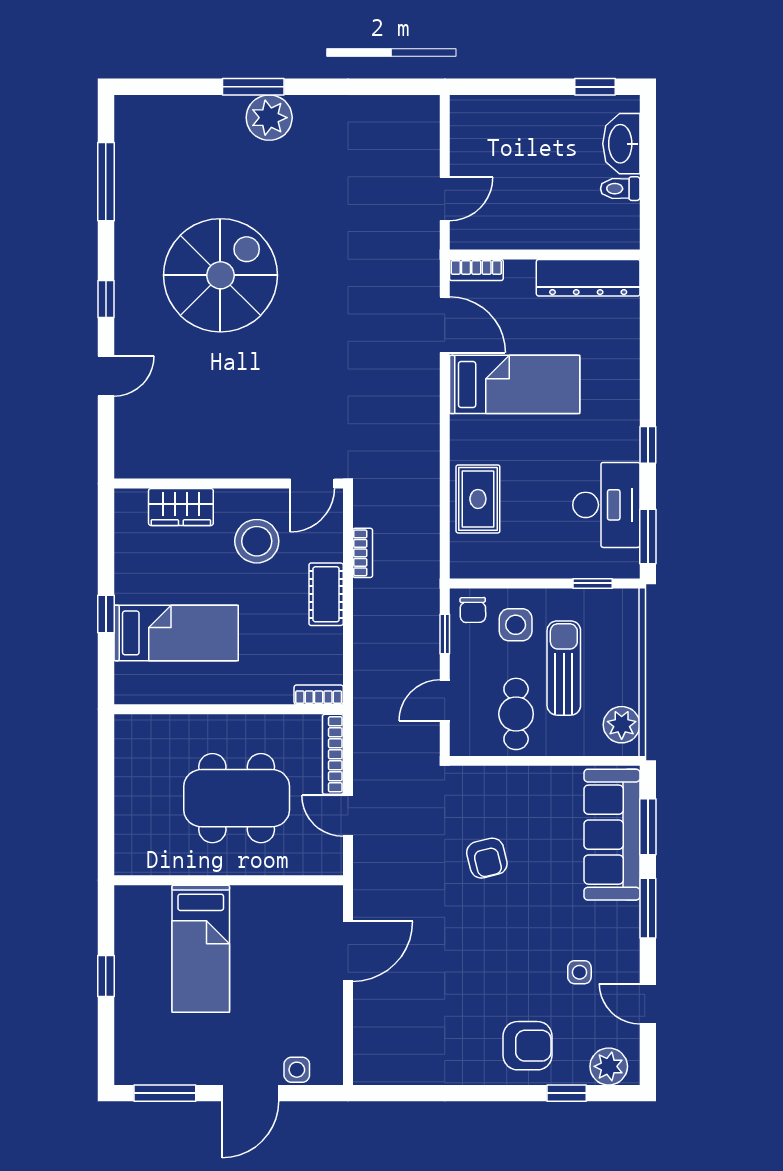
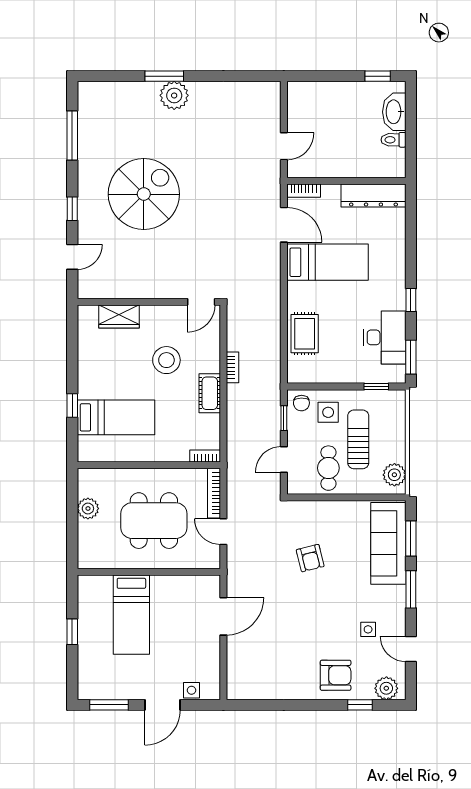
wall: (229, 483) -> (149, 302), moved
door: (312, 483) -> (201, 302), moved
wardrobe: (181, 507) -> (119, 317), moved
plant: (131, 779) -> (88, 509), added

